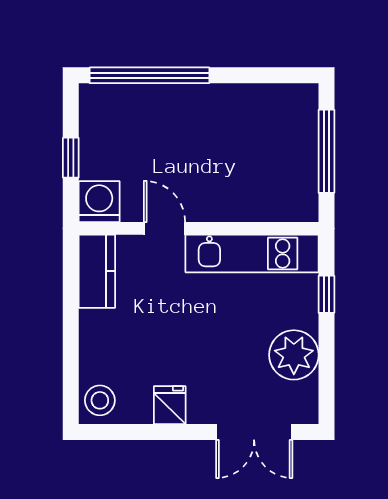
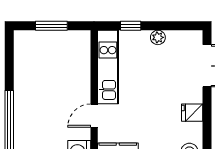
window: (326, 151) -> (51, 26), width x0.69
plant: (294, 355) -> (158, 37), width x0.53, depth x0.53

